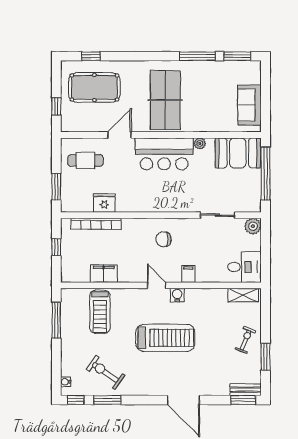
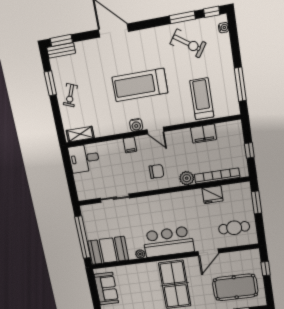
plant: (253, 226) -> (187, 178), moved

